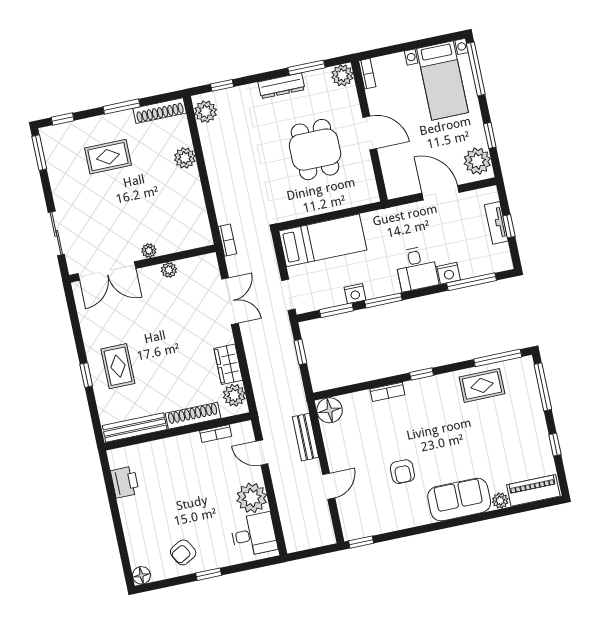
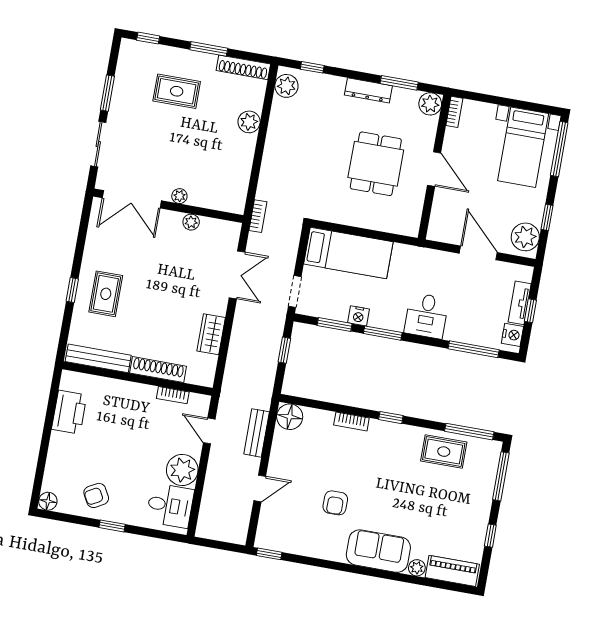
window: (39, 153) -> (107, 93), moved
nightstand: (449, 273) -> (512, 335), moved, turned -90
plant: (234, 395) -> (205, 366), removed
printer: (125, 482) -> (69, 412), width x1.37, depth x1.19

